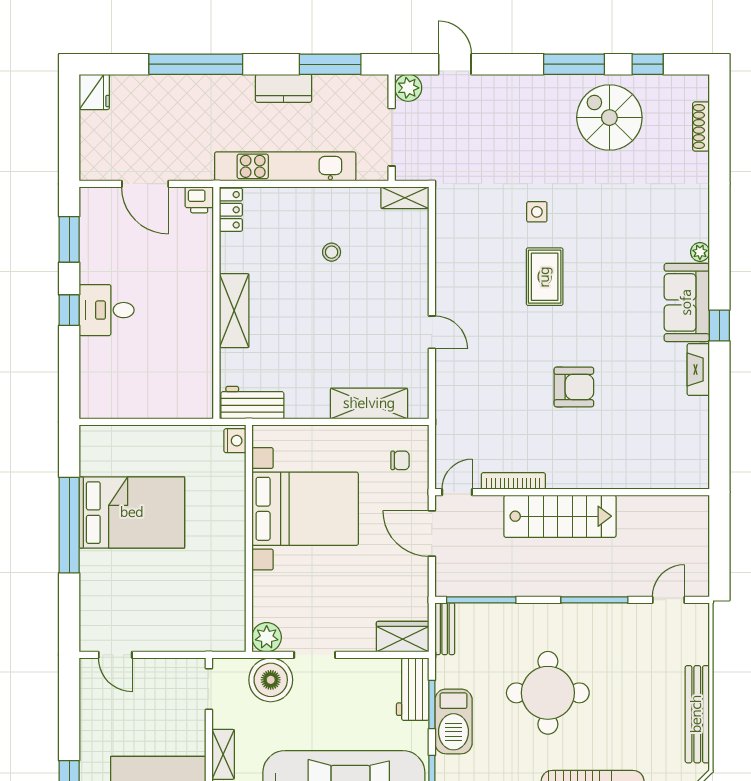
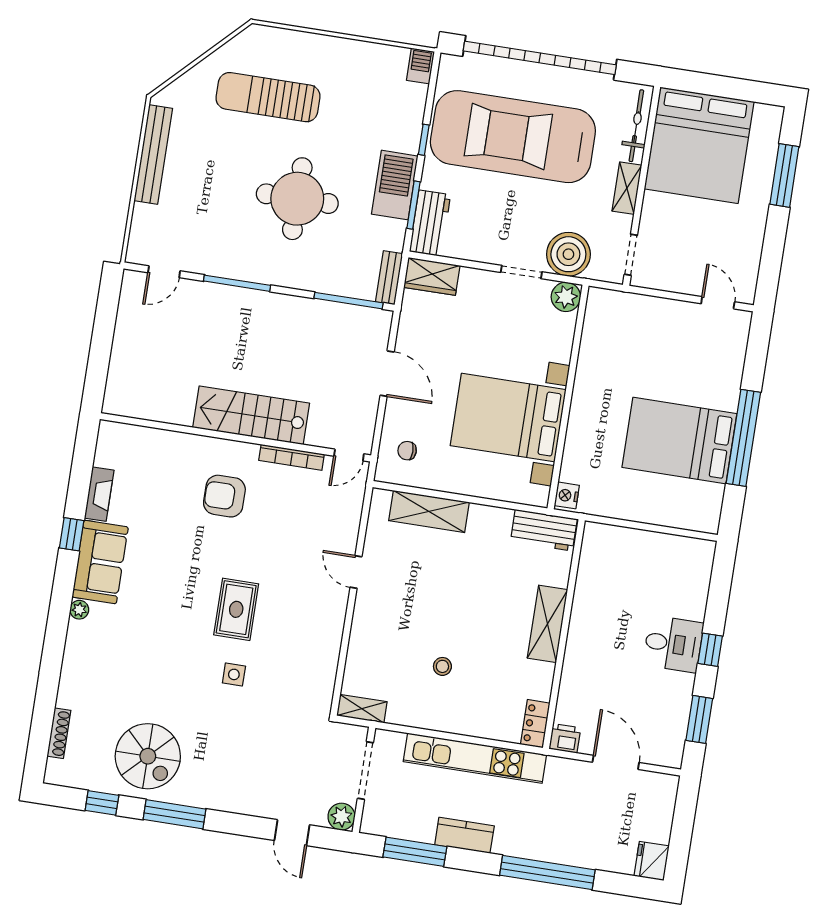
bookcase: (513, 481) -> (292, 457), moved
door: (457, 492) -> (349, 455), moved
wall: (572, 492) -> (235, 437), moved
stairs: (560, 516) -> (251, 415), moved

